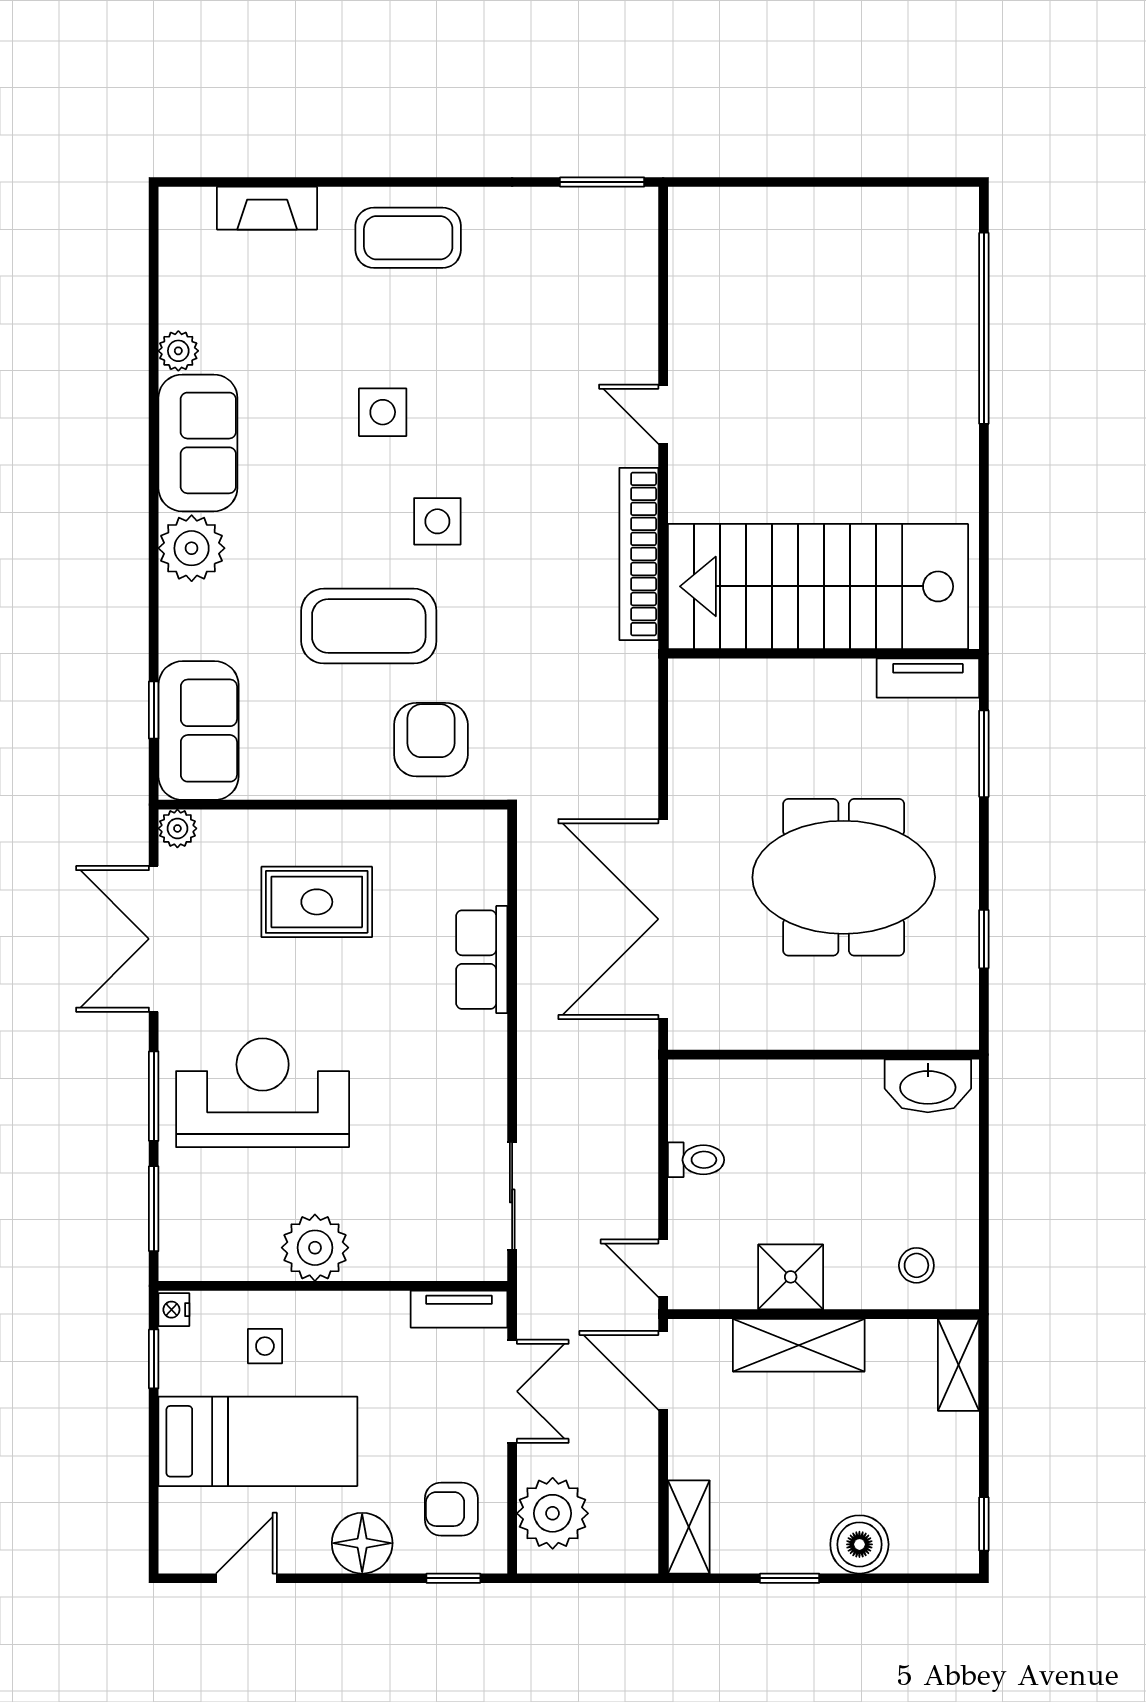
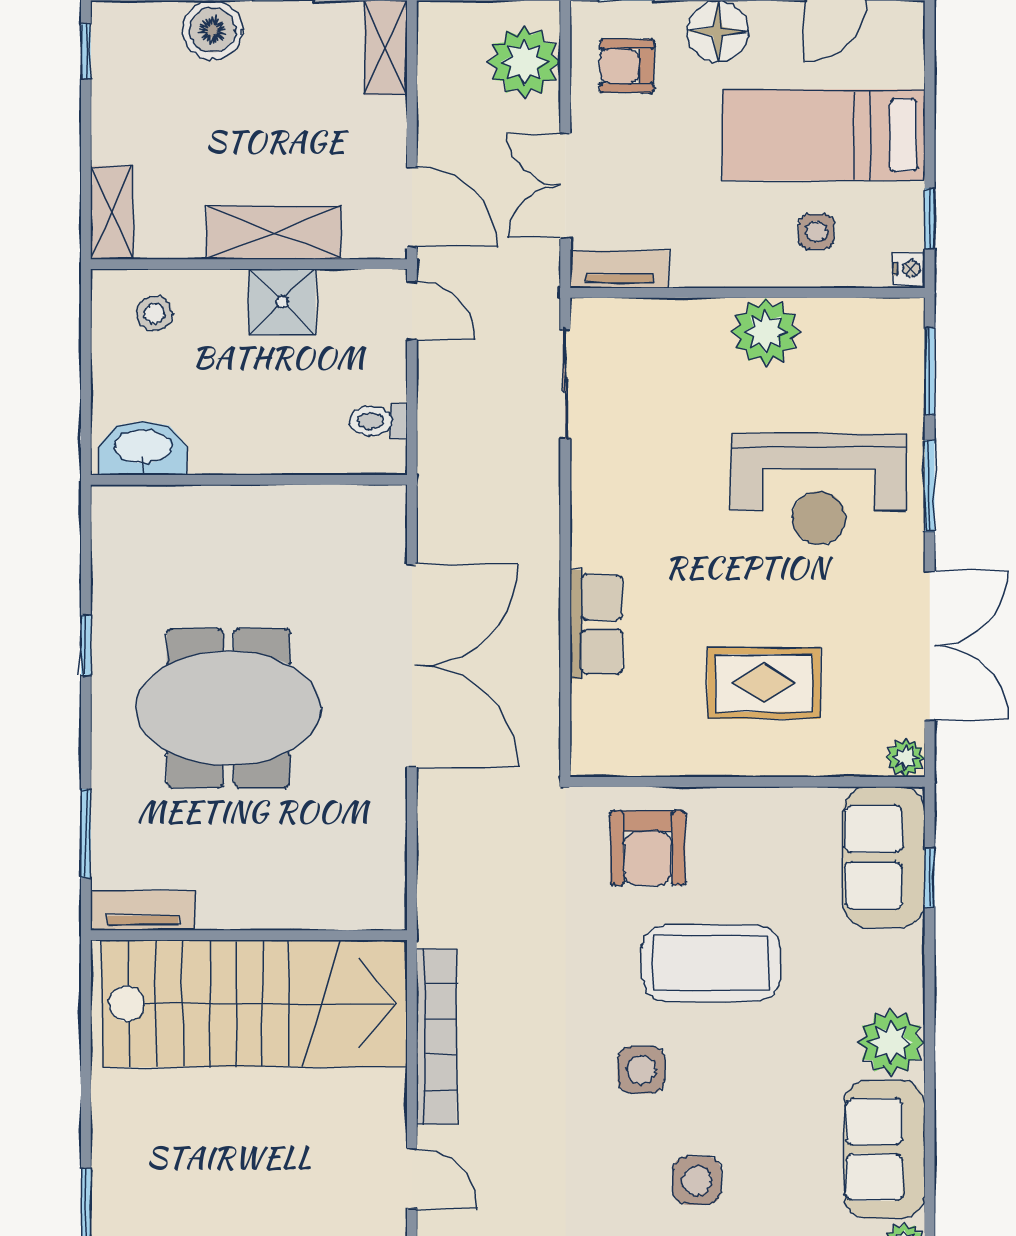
wall: (823, 1055) -> (249, 480), moved
washbasin: (928, 1086) -> (143, 448), moved
armchair: (451, 1509) -> (627, 66), turned 180

